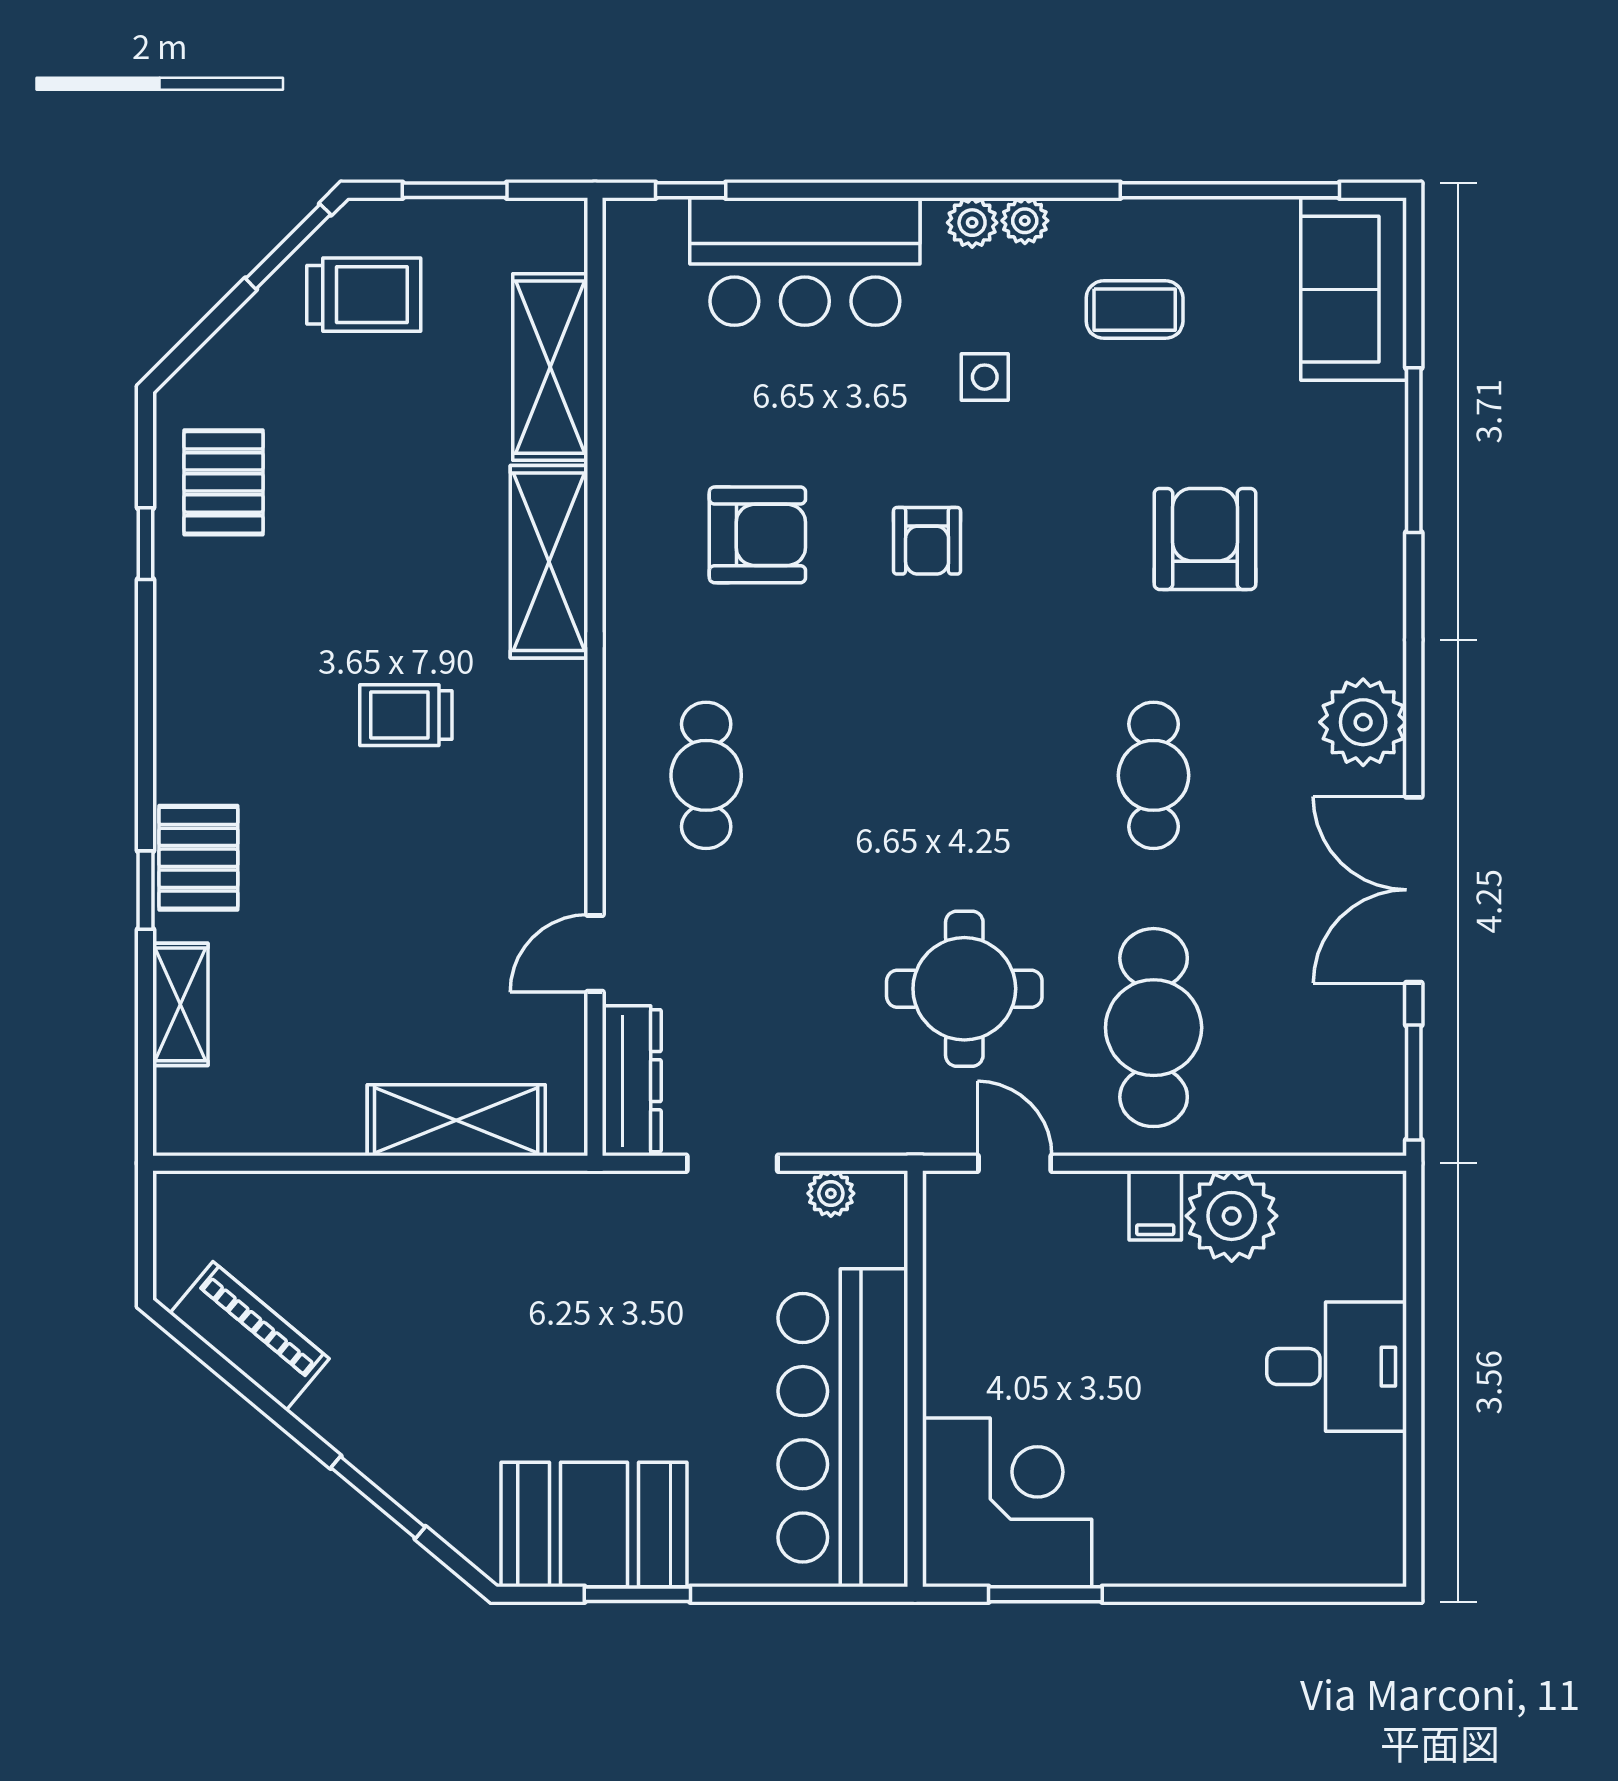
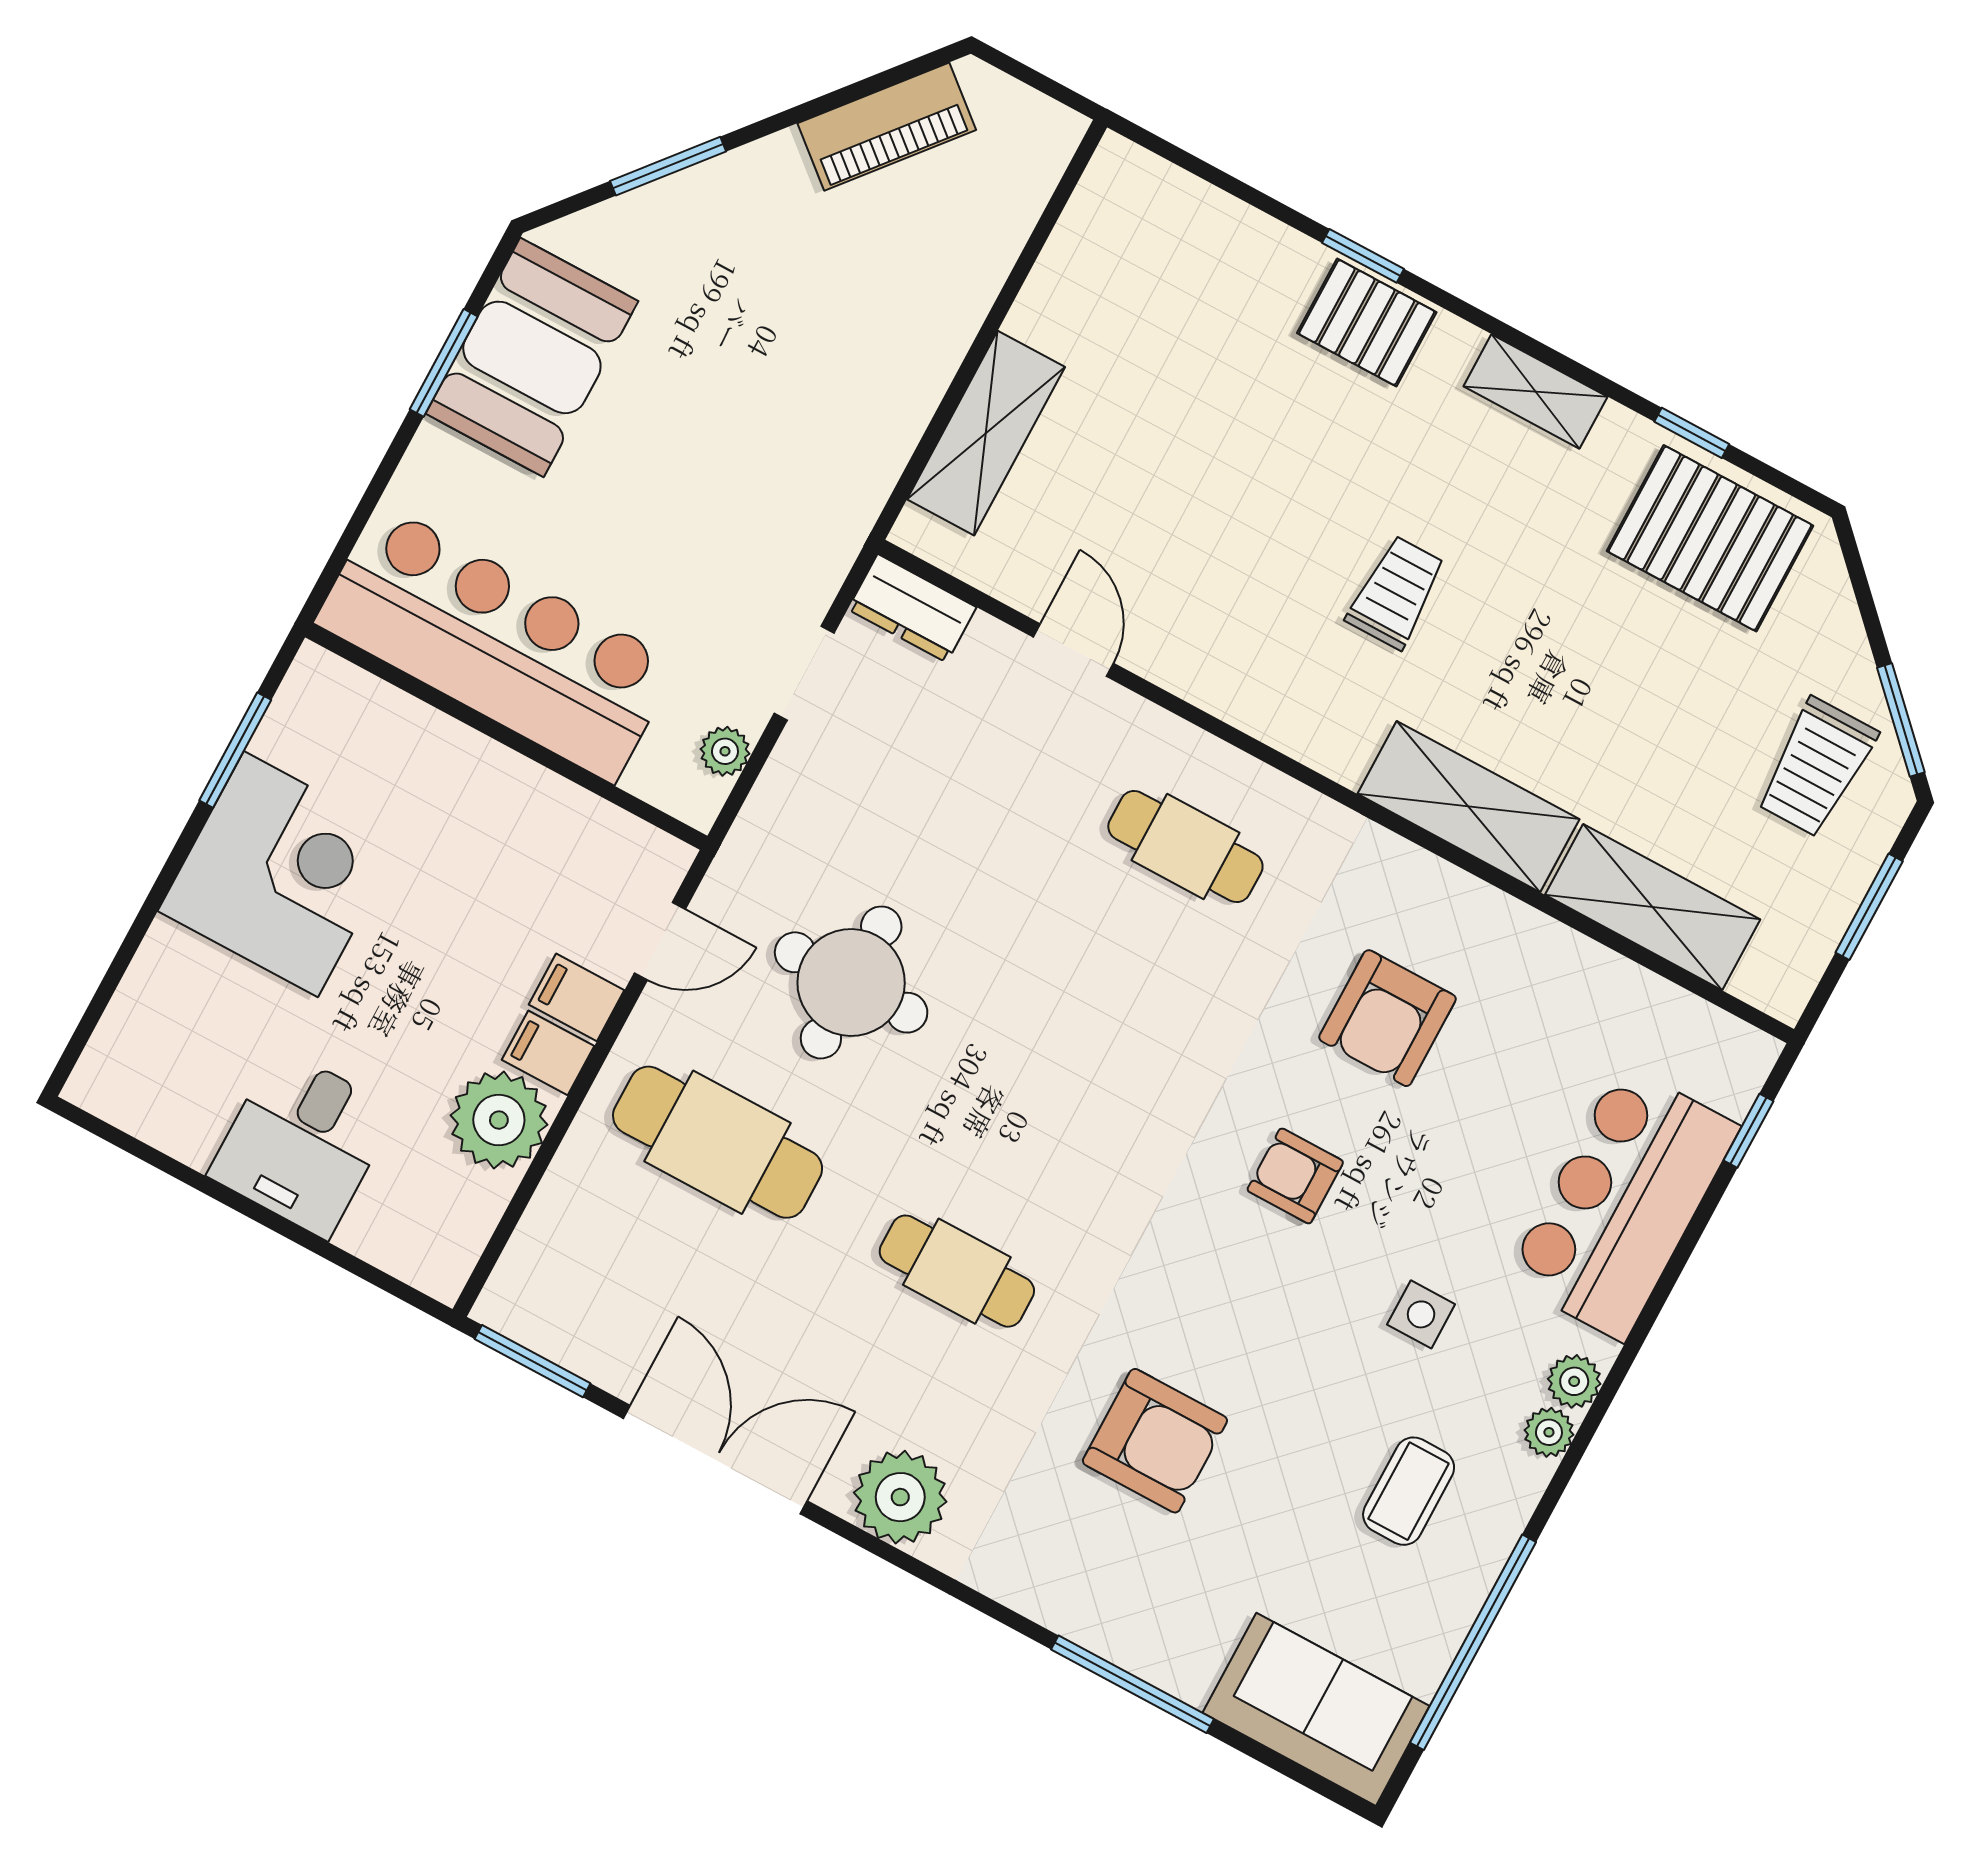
pallet: (224, 482) -> (1710, 538), width x1.50, depth x1.42
shelving: (180, 1004) -> (1535, 391), moved
dresser: (632, 1081) -> (912, 608), width x0.70
filing cabinet: (1097, 1206) -> (577, 997), added
corner desk: (1007, 1502) -> (281, 874), moved, turned -90

